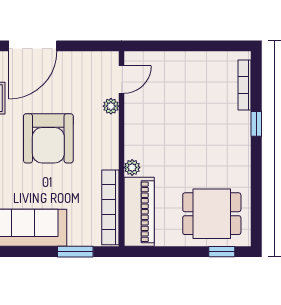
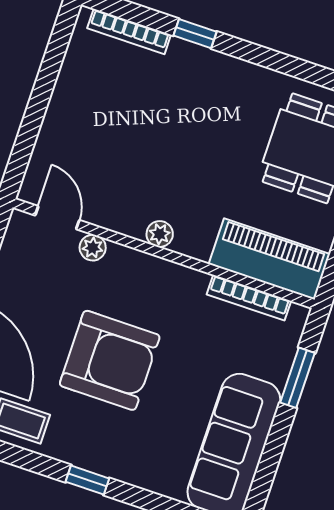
plant: (132, 167) -> (160, 234), moved
bookcase: (110, 207) -> (249, 298), width x0.68, depth x0.76

